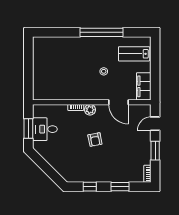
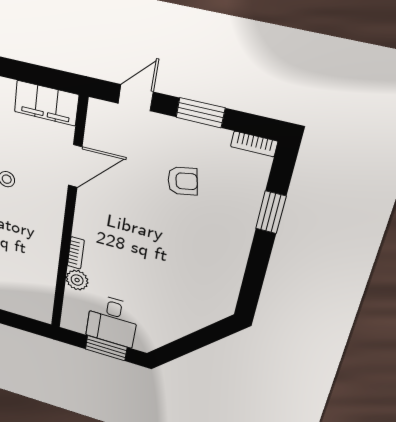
plant: (90, 110) -> (77, 280), moved
door: (155, 124) -> (136, 98), swing flipped
armchair: (95, 139) -> (183, 181), moved
window: (90, 187) -> (255, 274), removed

